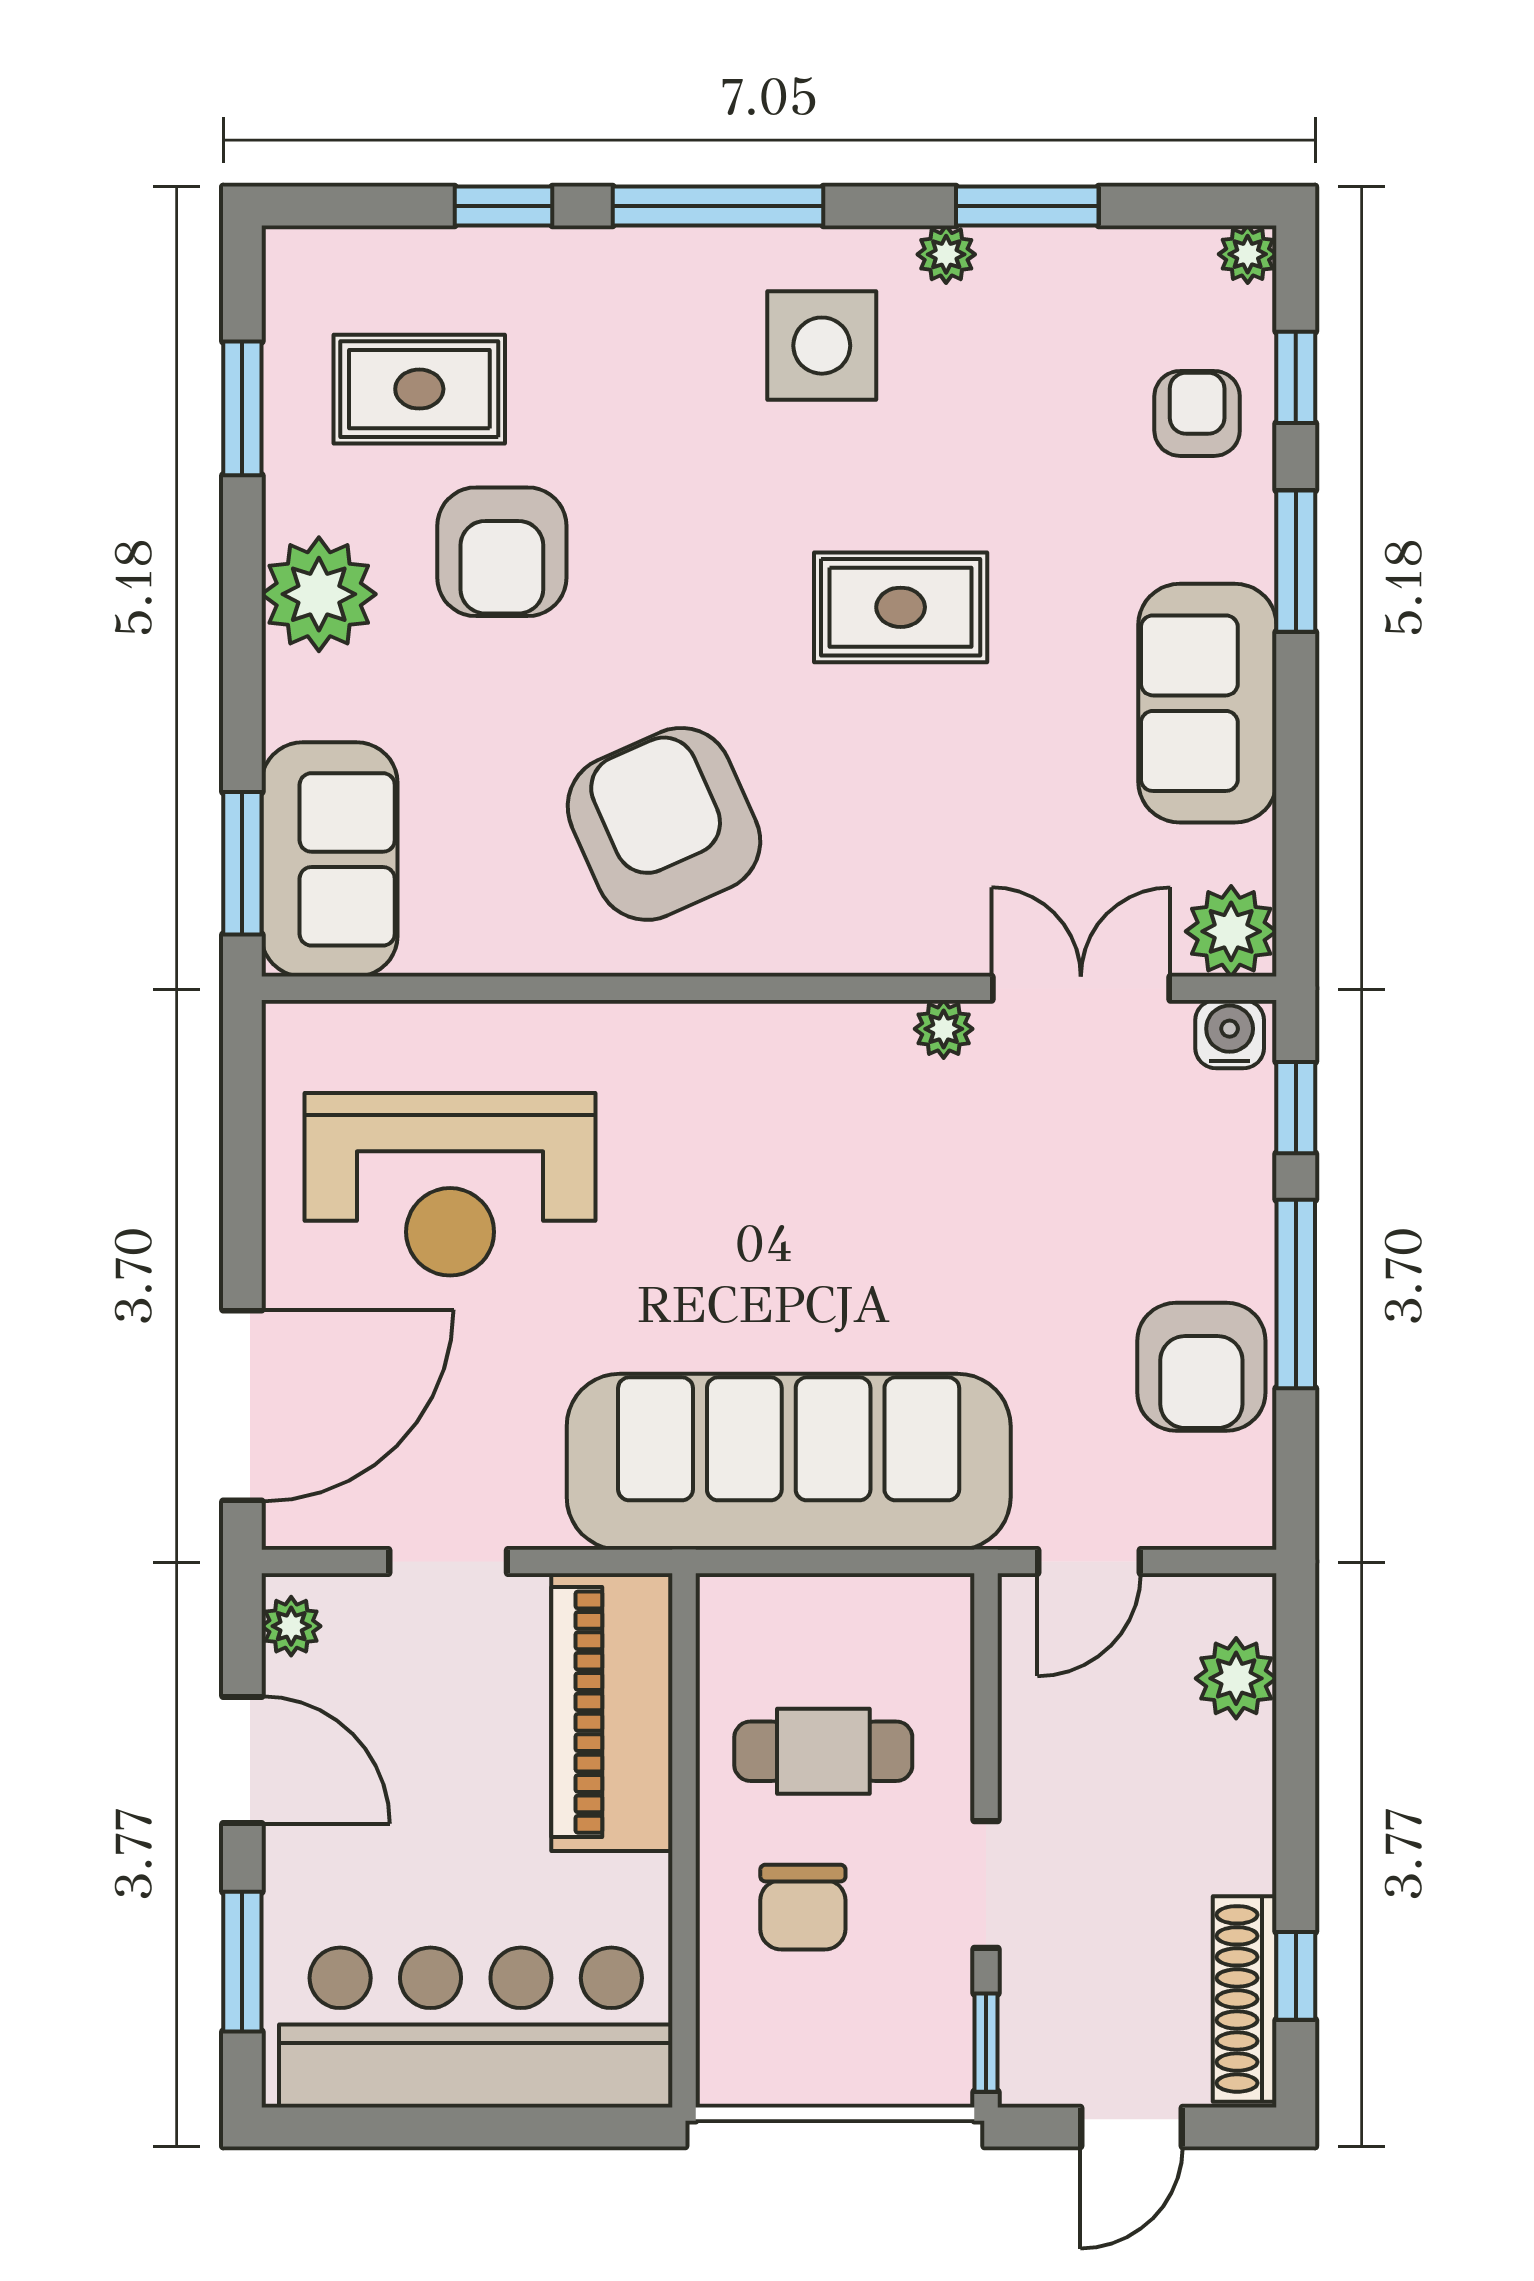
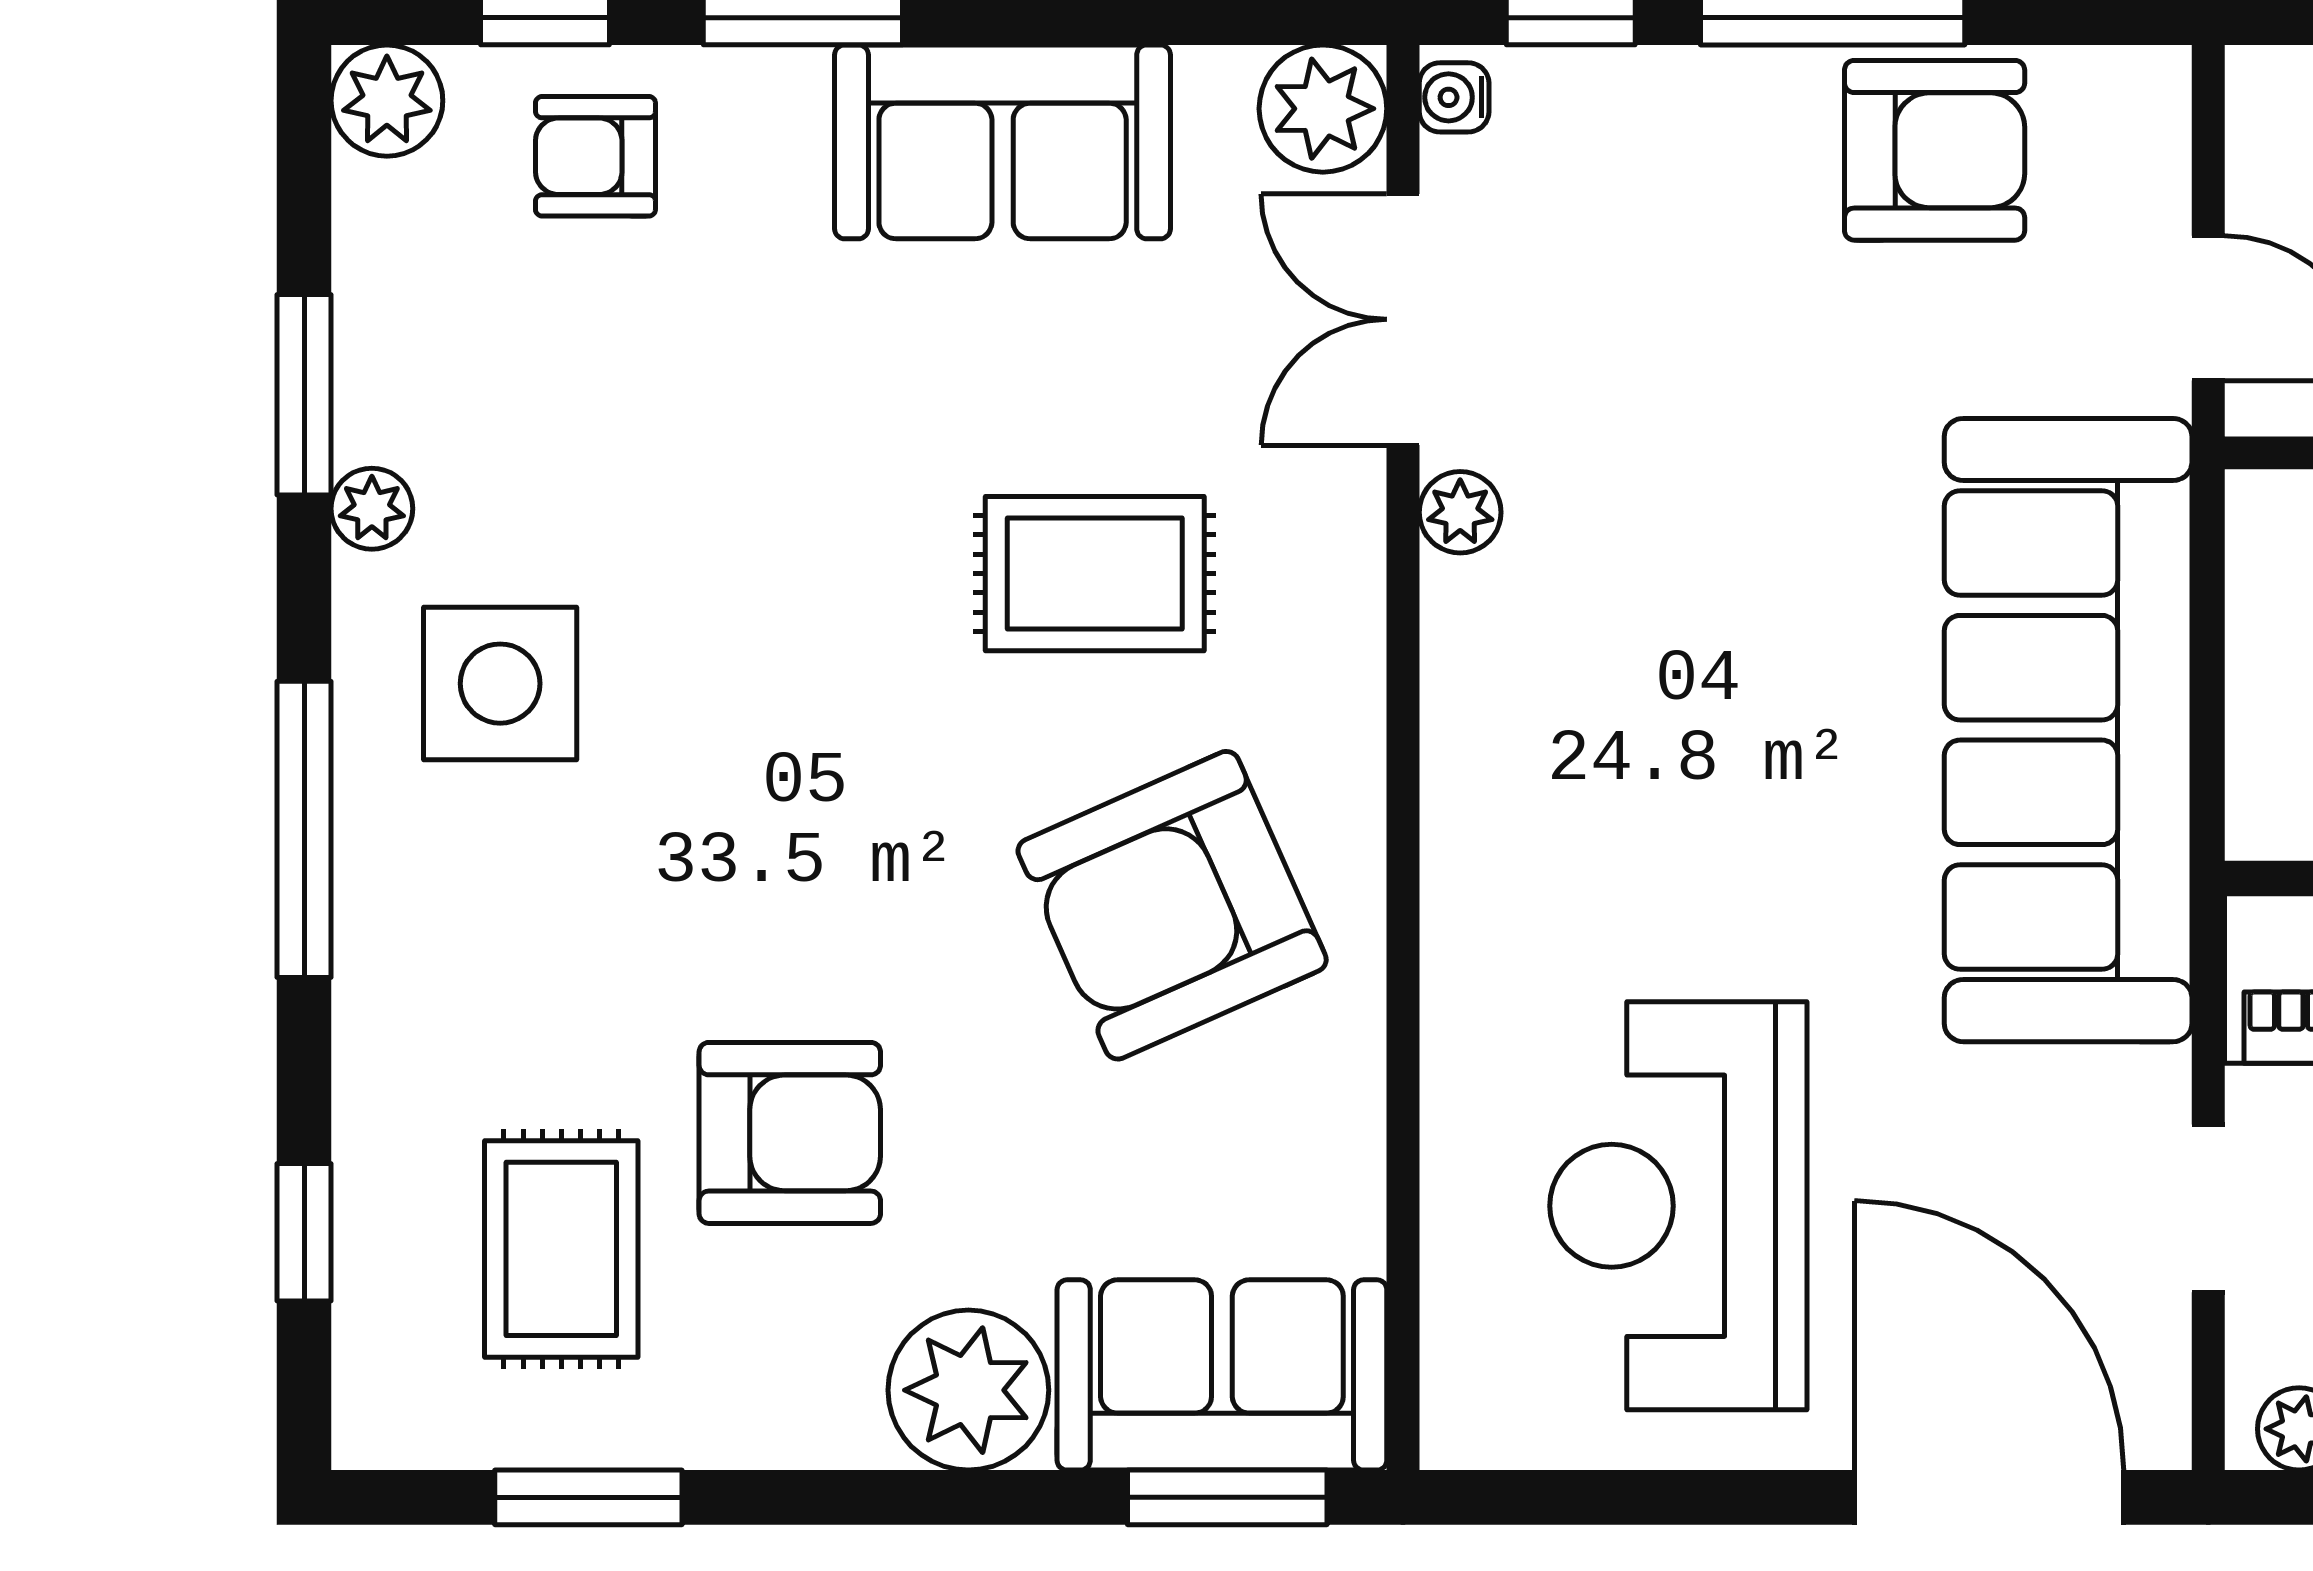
window: (503, 206) -> (304, 1232), moved
plant: (1248, 254) -> (387, 101), width x1.38, depth x1.38
plant: (319, 594) -> (968, 1390), moved
rug: (901, 607) -> (1095, 574), moved, turned 90
water cooler: (1230, 1034) -> (1454, 97), width x0.72, depth x0.72
reception desk: (450, 1184) -> (1678, 1206), turned 180

